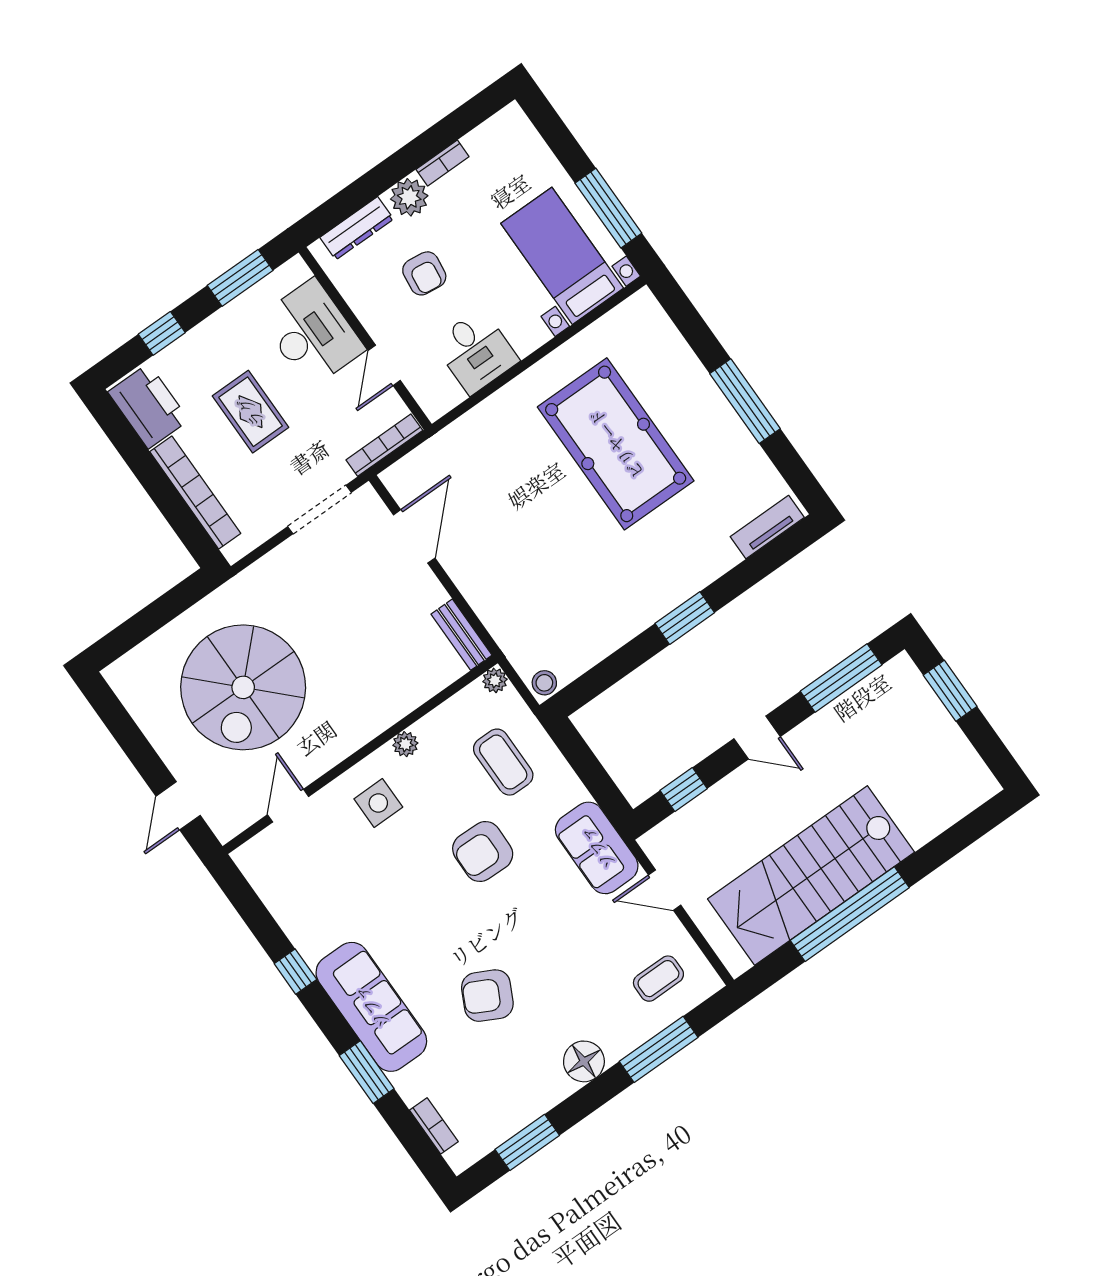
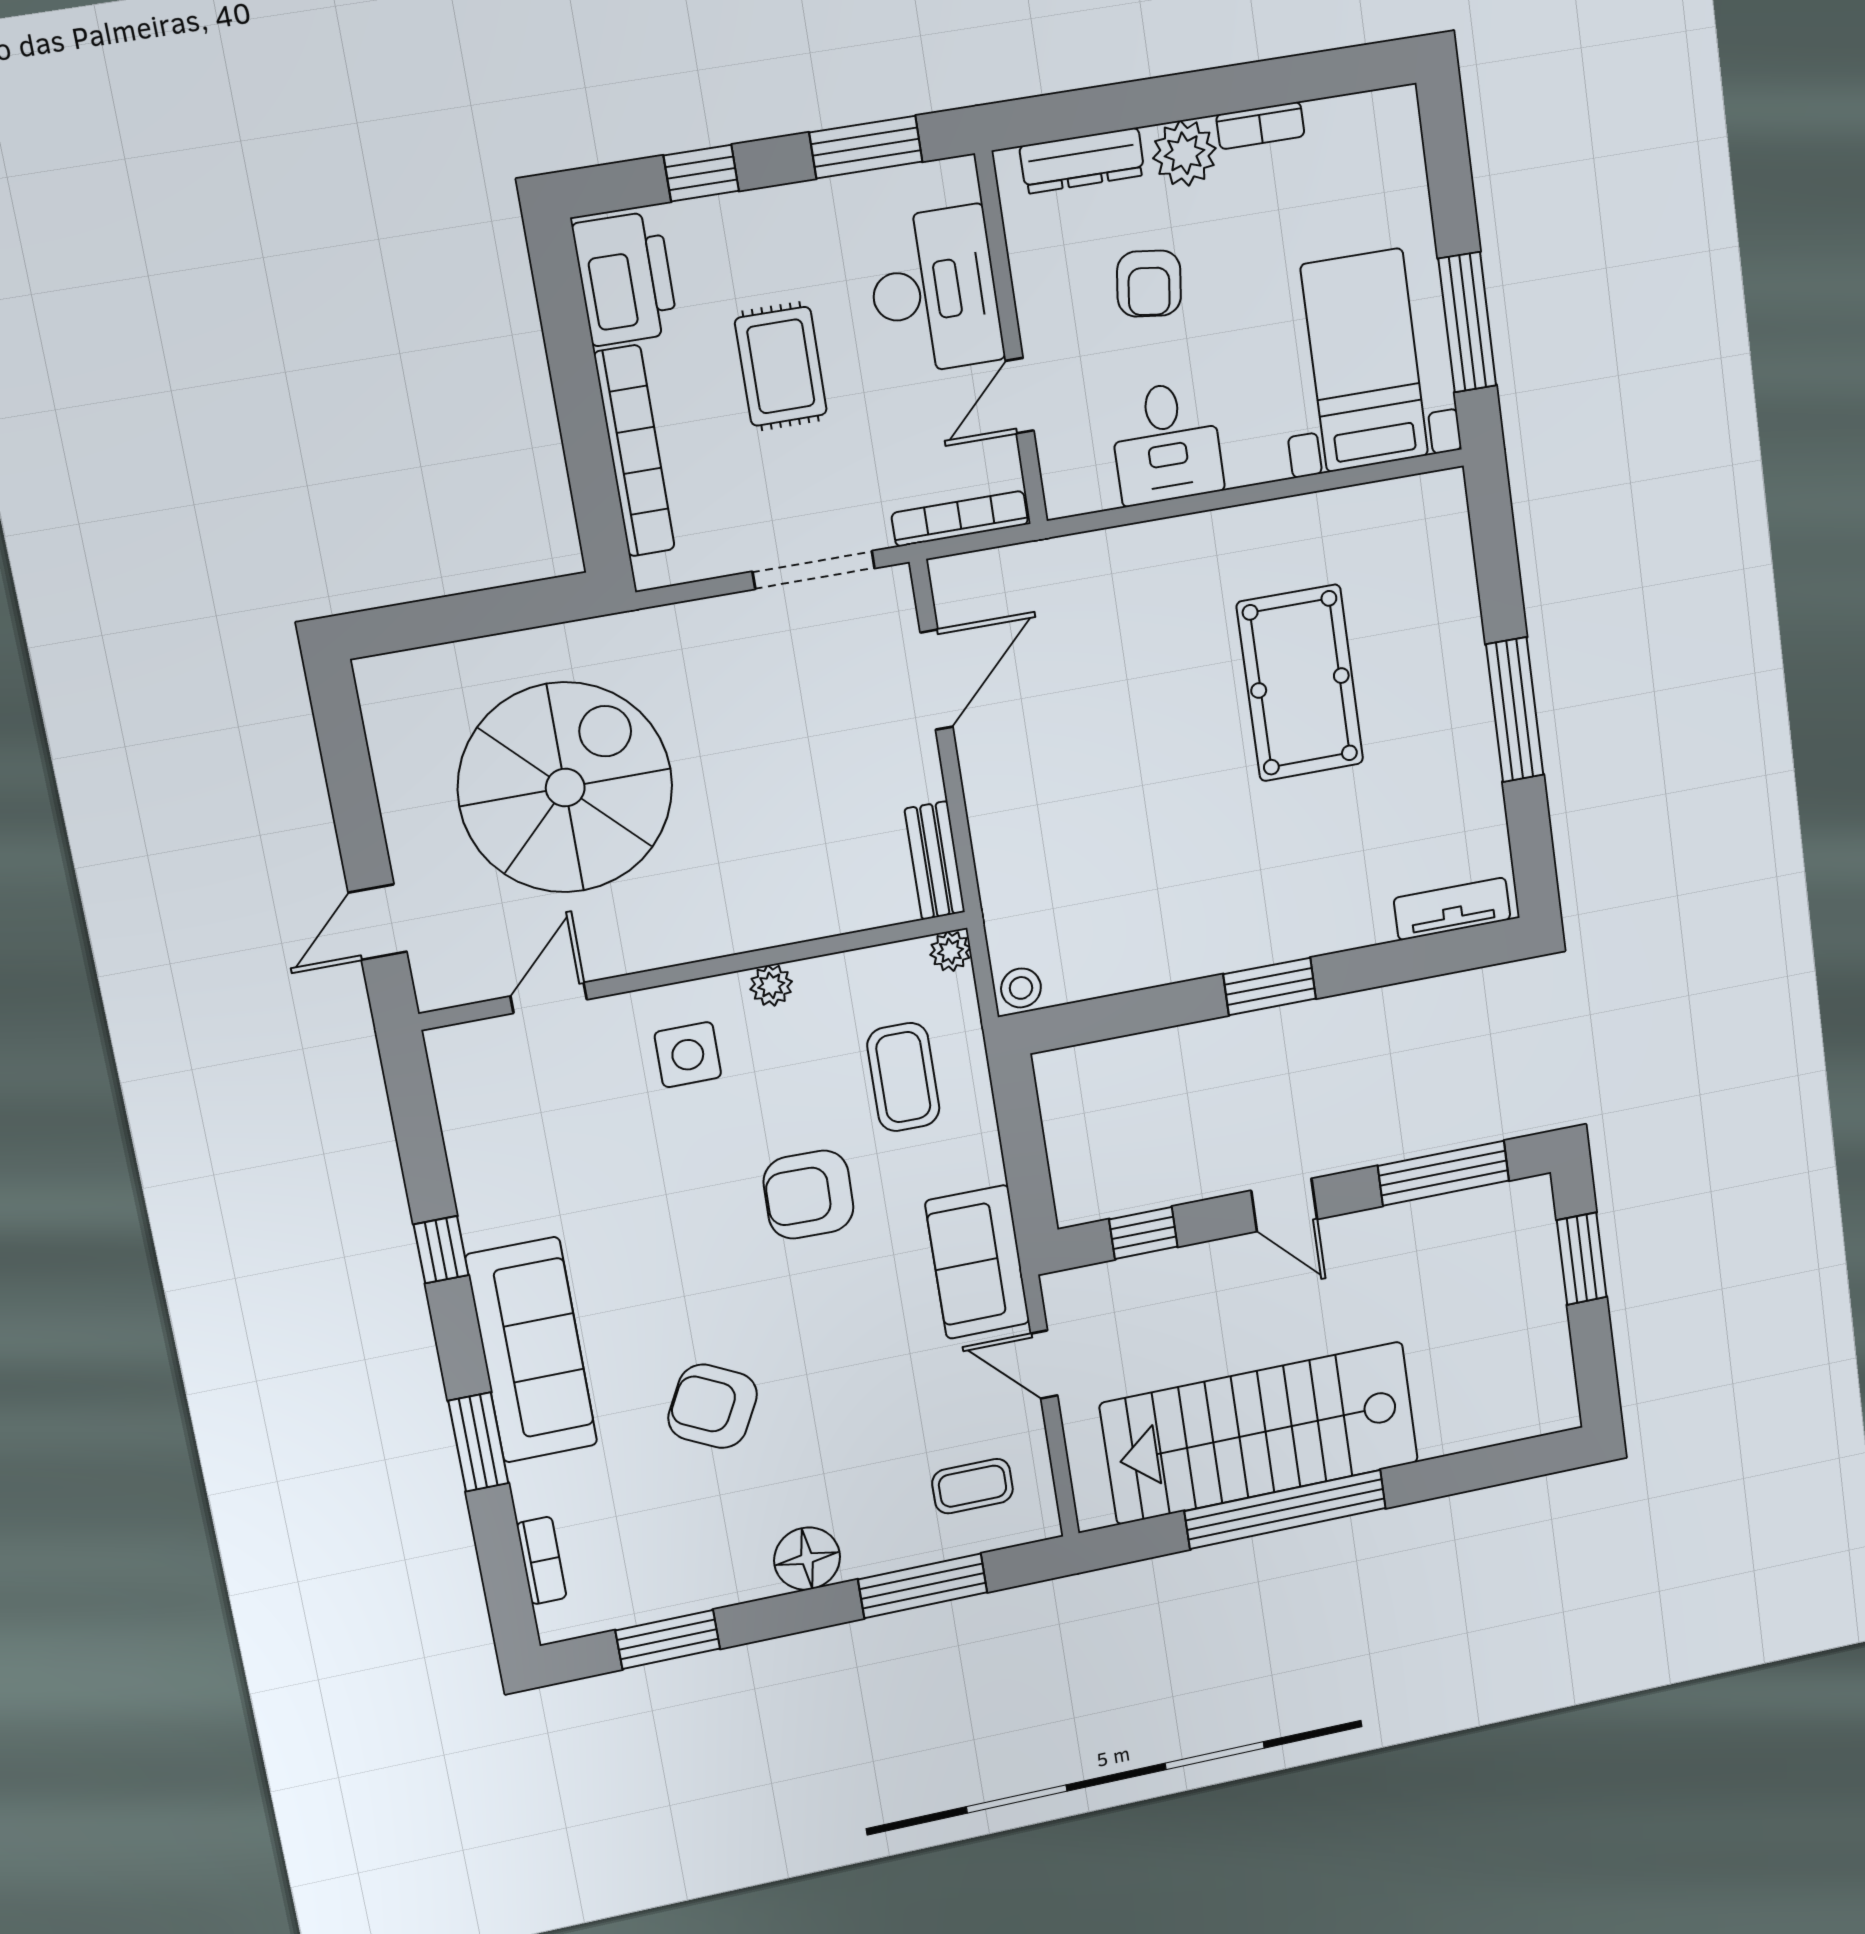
pool table: (616, 444) -> (1300, 683), width x0.73, depth x0.76
spiral stairs: (243, 687) -> (565, 788), turned 180

